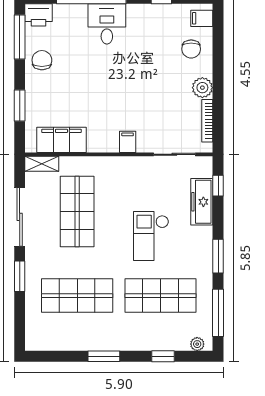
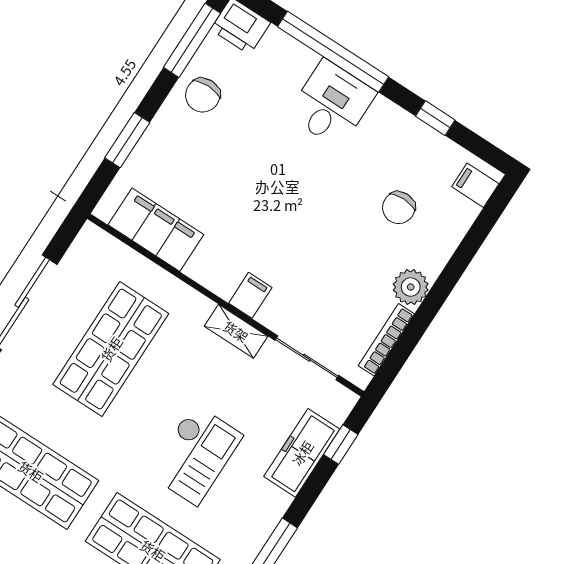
chair: (191, 49) -> (399, 208), moved
chair: (42, 60) -> (203, 95), turned 180
shelving: (42, 164) -> (236, 331), moved
checkout: (151, 236) -> (195, 455), turned 180

